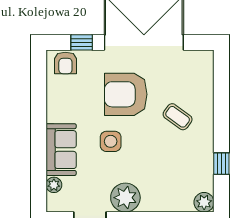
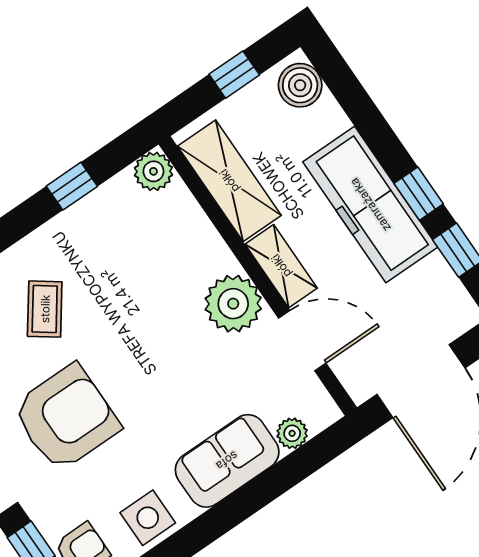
armchair: (126, 94) -> (66, 418), turned -90
side table: (111, 141) -> (148, 518), moved

